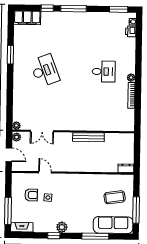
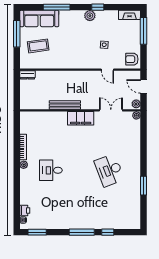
filing cabinet: (27, 18) -> (81, 118), moved, turned 180
armchair: (31, 195) -> (132, 59), moved

